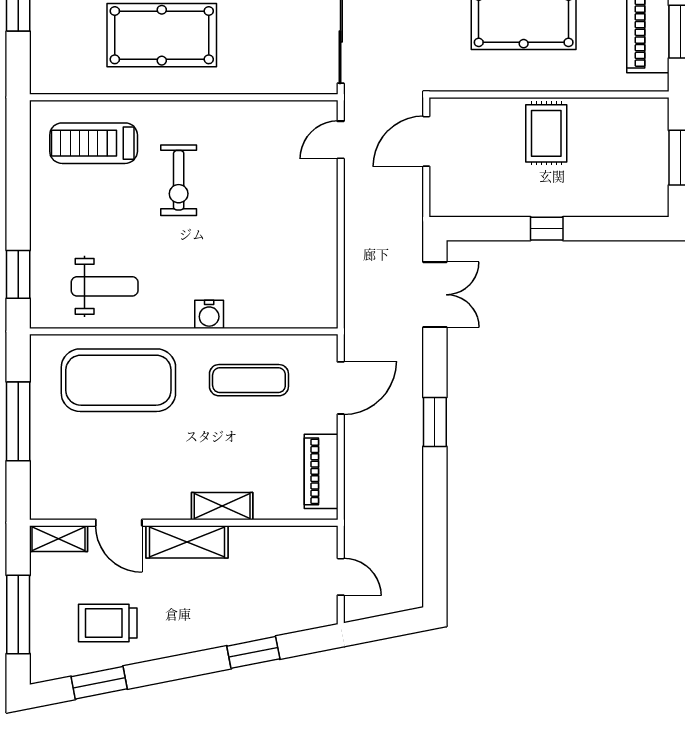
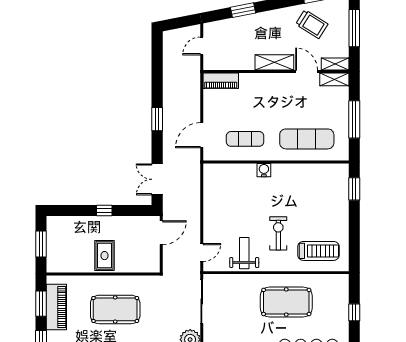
door: (426, 141) -> (161, 233), moved
weight bench: (105, 286) -> (244, 253), moved, turned 90
exercise mat: (118, 380) -> (307, 139), width x0.68
piano: (321, 471) -> (221, 81), moved, turned 90
shelving: (222, 506) -> (334, 79), moved
door: (341, 577) -> (202, 46), hinge flipped
trolley: (108, 623) -> (312, 24), turned 32

